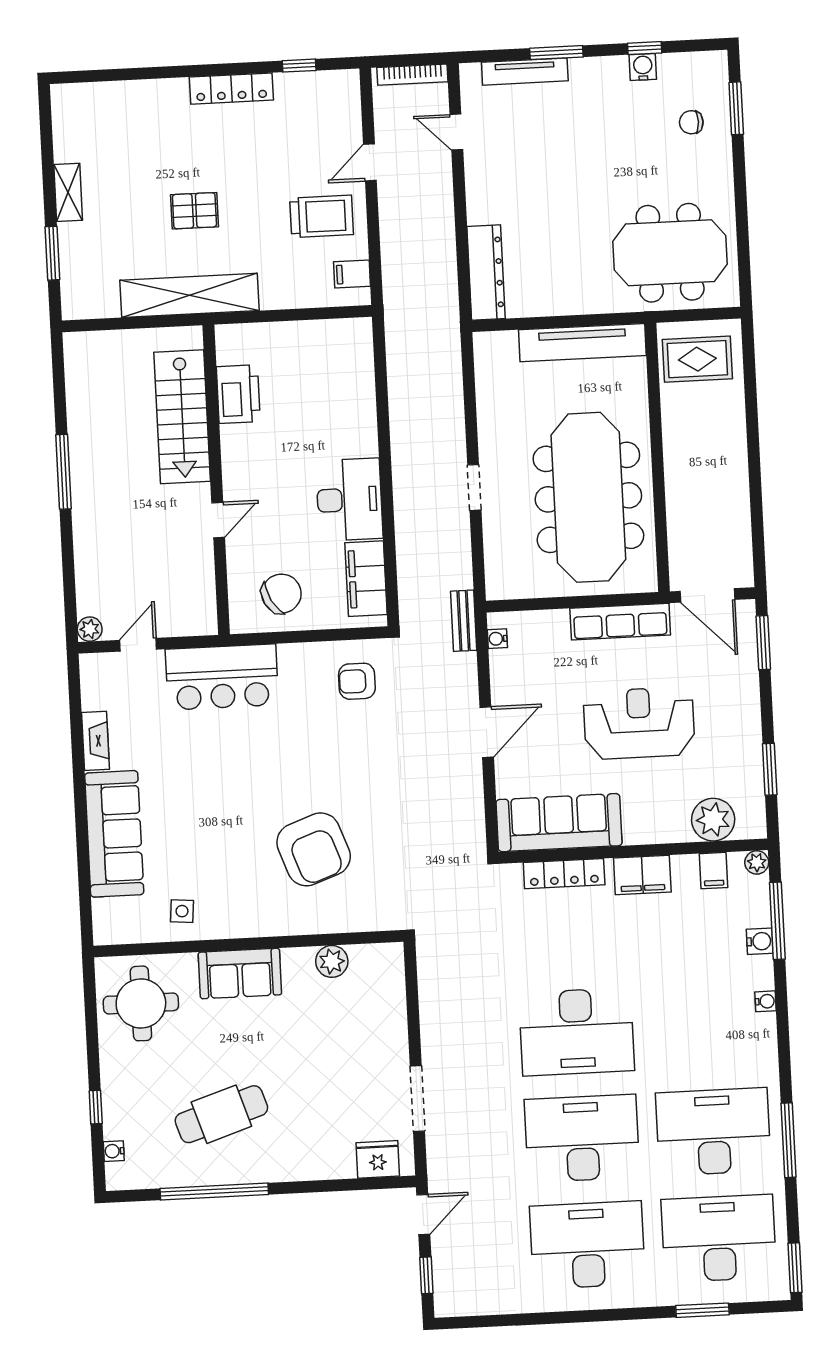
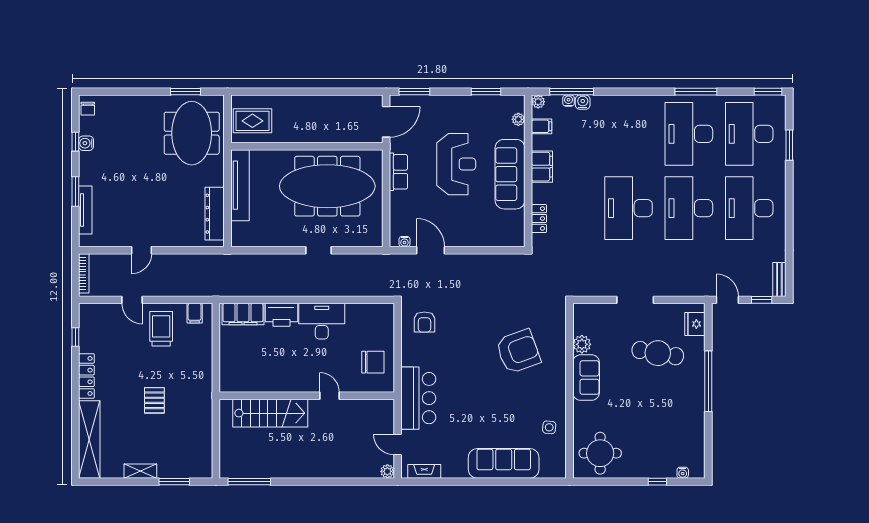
window: (736, 108) -> (186, 92), moved
chair: (691, 122) -> (88, 109), moved
door: (456, 132) -> (141, 250), moved
dresser: (486, 273) -> (215, 214), moved, turned -90
shelving: (189, 295) -> (89, 439), moved
rug: (697, 359) -> (252, 121), turned 90
printer: (238, 394) -> (281, 315), moved, turned 180
window: (64, 472) -> (249, 482), moved
filing cabinet: (366, 579) -> (243, 314), moved
chair: (281, 594) -> (373, 362), turned 119
bench: (464, 621) -> (779, 279), moved, turned 90
row of seats: (620, 622) -> (398, 172), width x0.68
reception desk: (639, 723) -> (456, 164), turned 180
door: (487, 732) -> (431, 250), moved
fireplace: (95, 741) -> (424, 471), moved
plant: (713, 820) -> (518, 119), width x0.53, depth x0.53
sofa: (559, 823) -> (510, 174), moved
locker: (564, 874) -> (539, 219), width x0.66
sofa: (240, 973) -> (586, 378), moved
water cooler: (766, 1001) -> (568, 101), moved
desk: (577, 1032) -> (629, 208), turned 180
doorway: (417, 1099) -> (635, 300), moved
cafe table: (221, 1114) -> (658, 353), moved, turned -62
window: (214, 1191) -> (708, 381), moved

